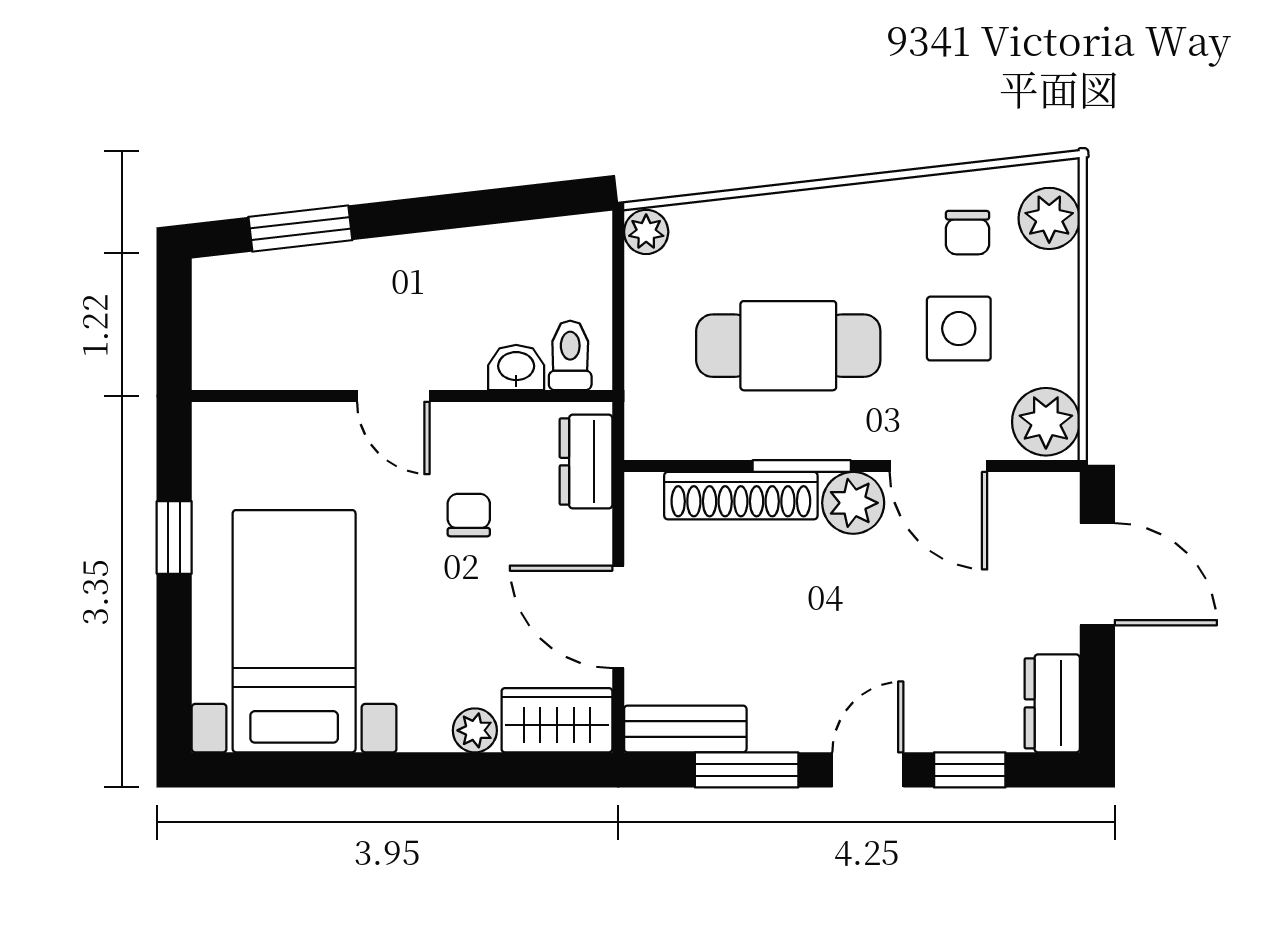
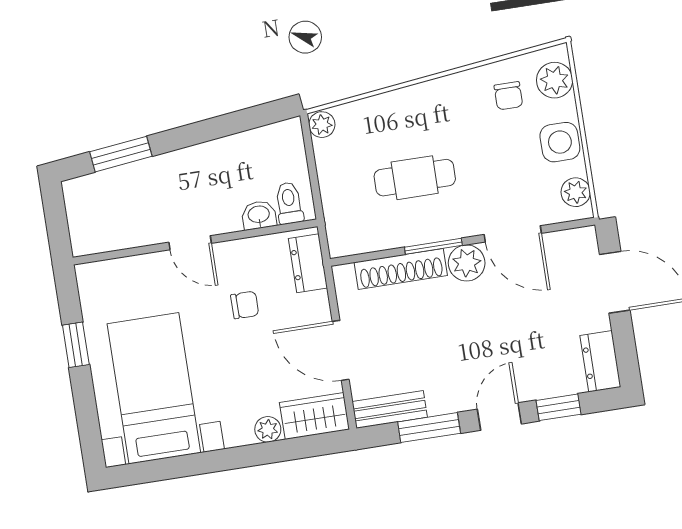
side table: (959, 329) -> (560, 142), moved
cafe table: (788, 346) -> (415, 178), width x0.73, depth x0.74
plant: (1046, 422) -> (576, 192), width x0.73, depth x0.73
chair: (469, 515) -> (245, 305), turned 90

